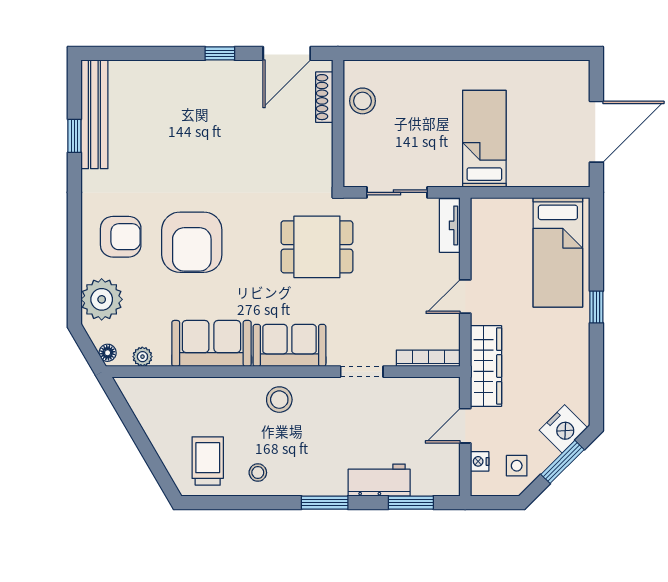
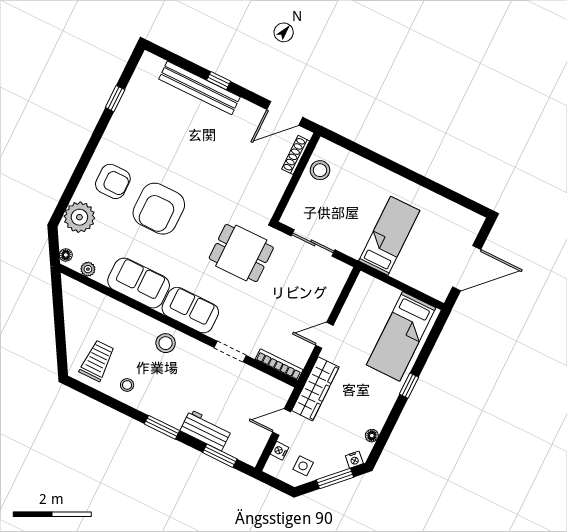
window: (220, 53) -> (219, 81), moved
bench: (94, 114) -> (199, 88), moved, turned 90
tv unit: (450, 225) -> (337, 283), removed
floor lamp: (581, 389) -> (372, 436), added
nightstand: (563, 429) -> (354, 460), width x0.53, depth x0.56

